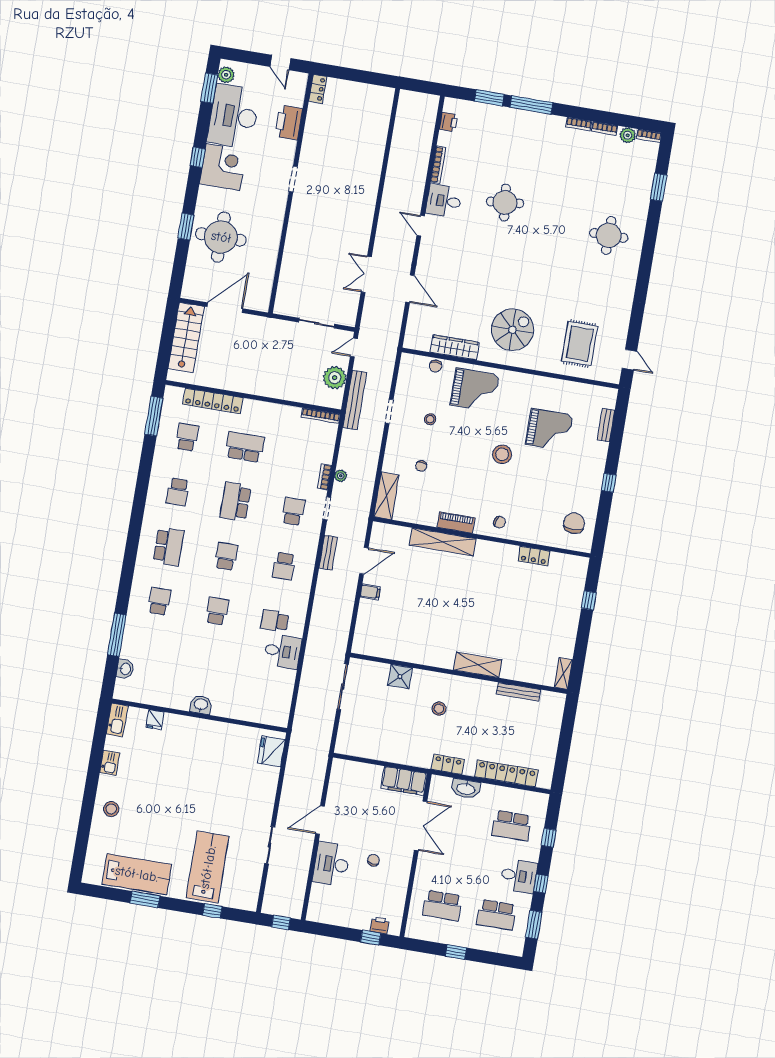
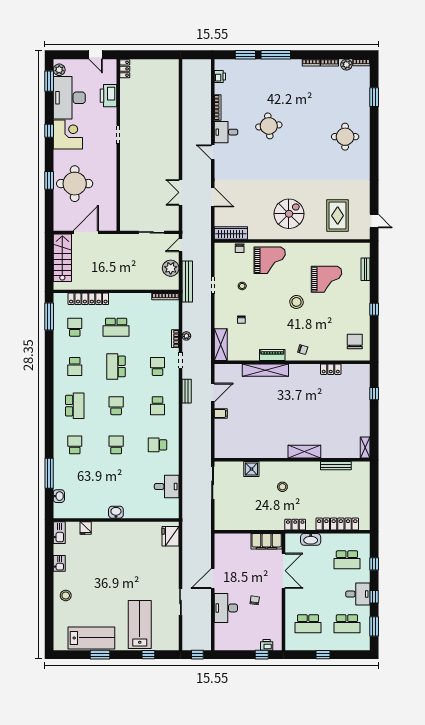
wardrobe: (455, 347) -> (231, 233), moved
school desk: (245, 447) -> (116, 327), turned 180
desk: (283, 651) -> (167, 487), moved

